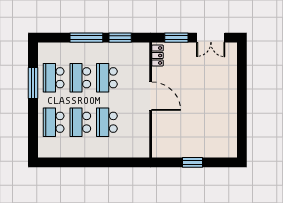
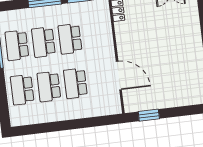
door: (151, 96) -> (119, 75), moved
window: (193, 162) -> (149, 115), moved

